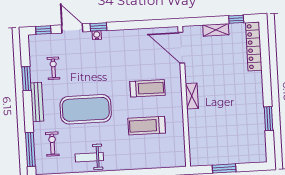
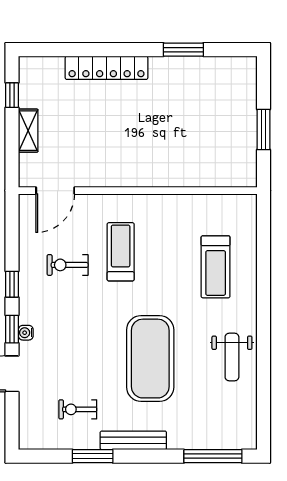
window: (43, 30) -> (12, 284), moved
locker: (254, 46) -> (106, 68), moved
door: (181, 48) -> (55, 191), width x0.73
shelving: (192, 96) -> (138, 177), removed
treadmill: (147, 126) -> (216, 267), moved
exercise bike: (52, 144) -> (68, 265), moved

